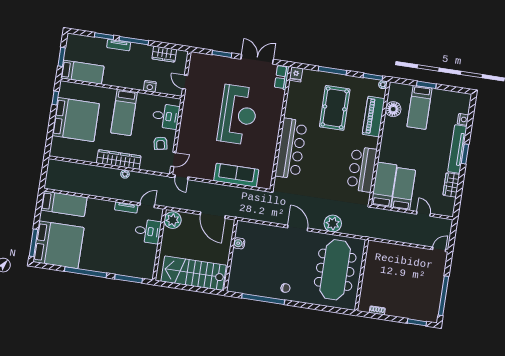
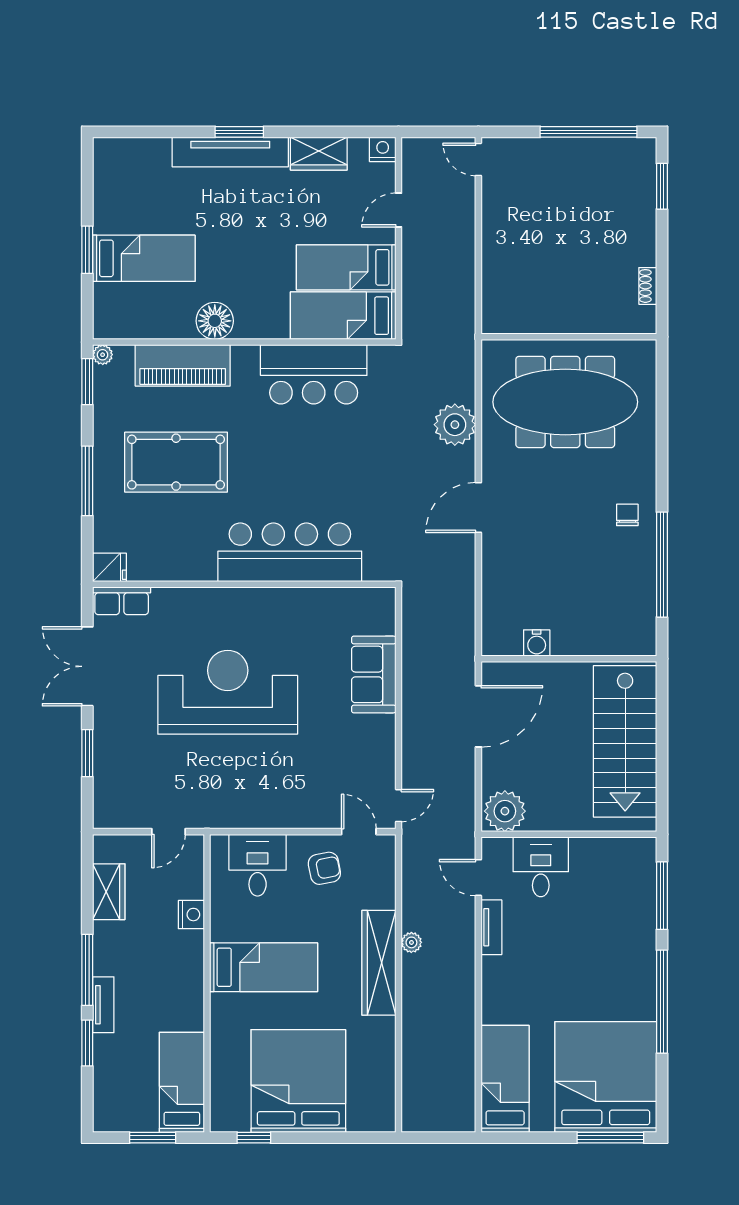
floor lamp: (393, 109) -> (215, 321), moved
nightstand: (463, 119) -> (383, 149), moved
sofa: (236, 175) -> (374, 674), width x0.73

